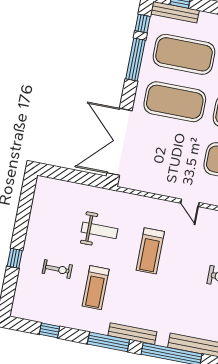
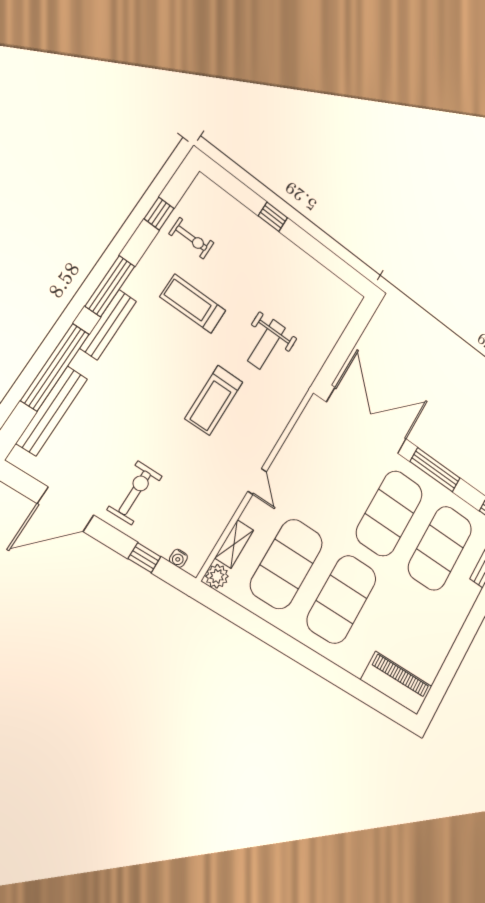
window: (136, 60) -> (435, 470), moved
door: (190, 203) -> (257, 481), swing flipped
treadmill: (150, 251) -> (214, 400), turned -90
exercise bike: (57, 269) -> (191, 238), moved, turned -90

